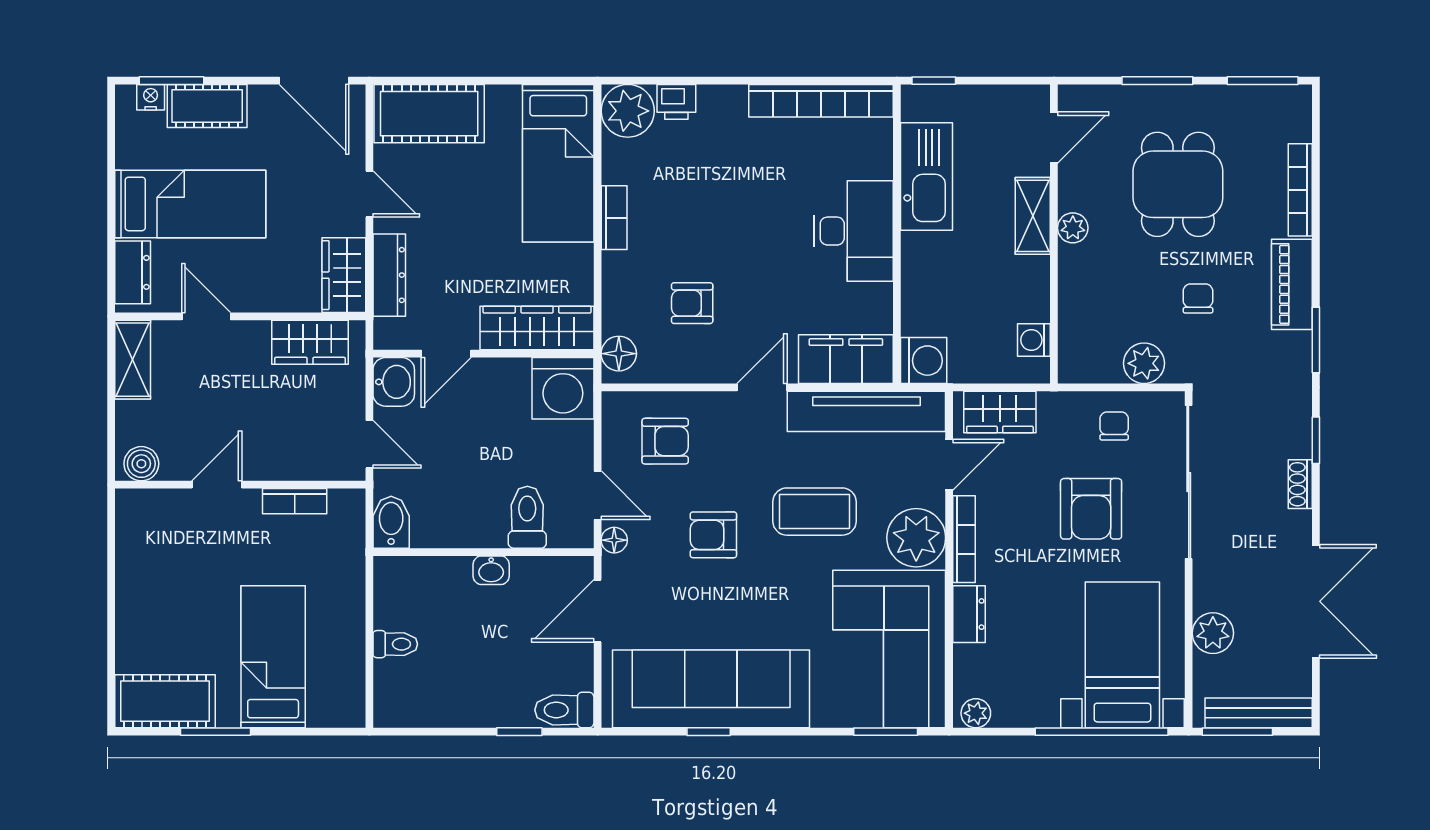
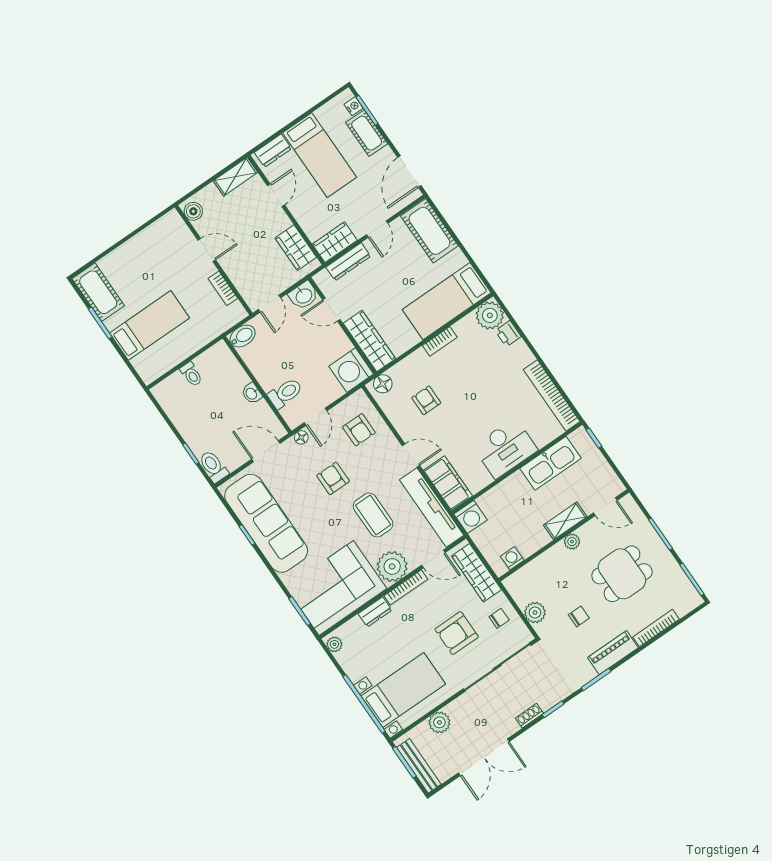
wardrobe: (1000, 412) -> (476, 573), width x1.50

